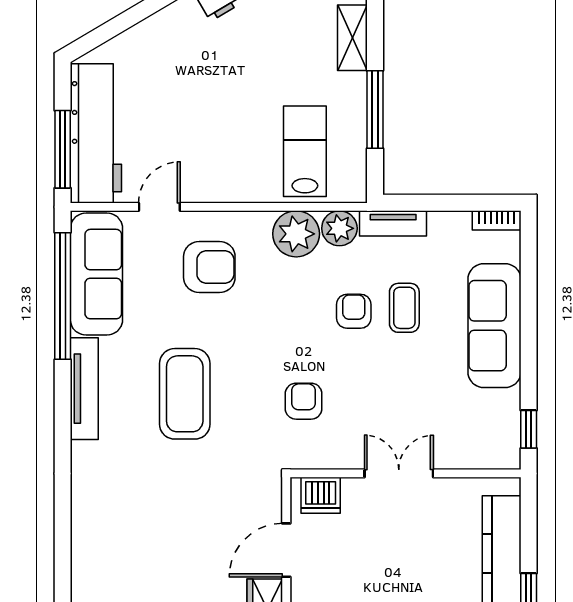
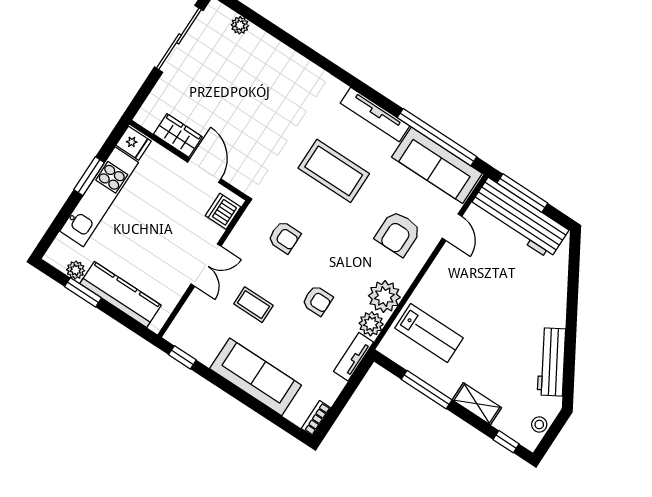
coffee table: (404, 308) -> (253, 305), moved

